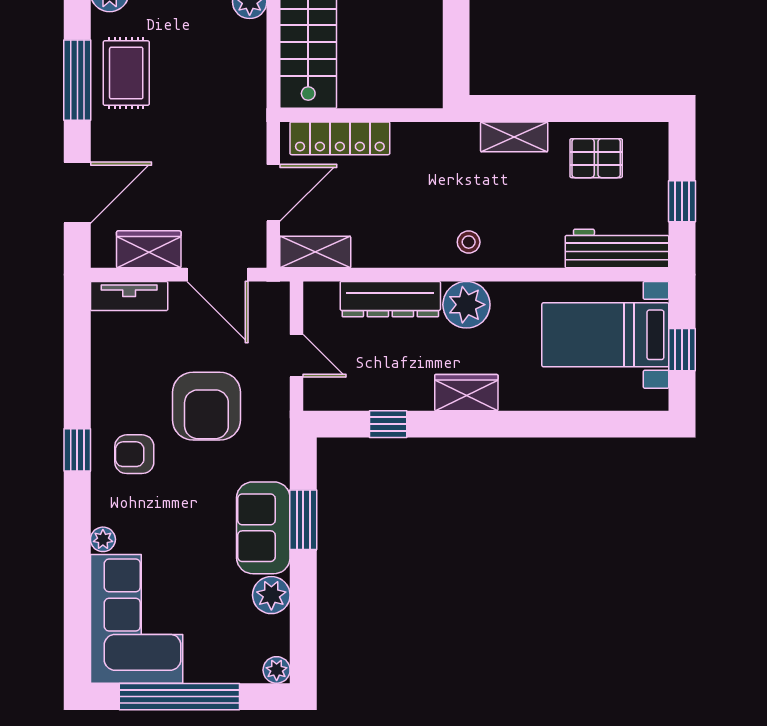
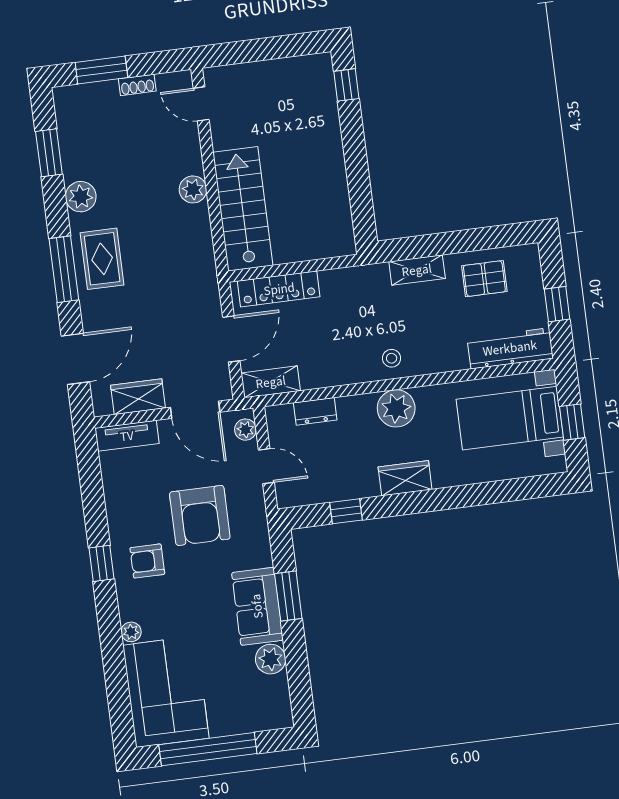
dresser: (390, 299) -> (315, 411), width x0.51, depth x0.80
plant: (277, 670) -> (245, 430), moved

